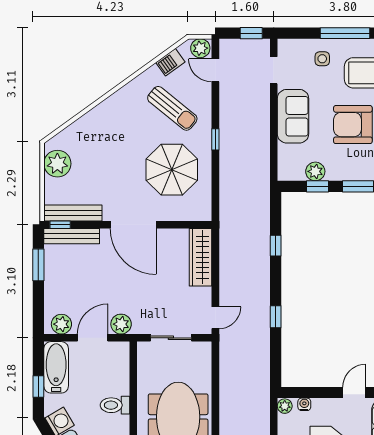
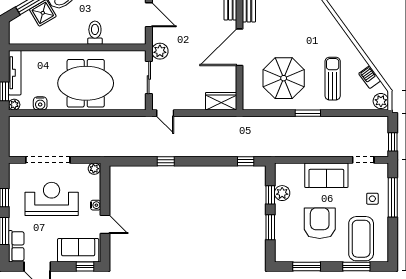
window: (345, 33) -> (393, 197), moved
door: (215, 70) -> (363, 113), removed
sun lounger: (172, 108) -> (333, 79), turned 141
window: (215, 139) -> (308, 113), width x1.50
window: (276, 246) -> (246, 161), moved
wardrobe: (201, 257) -> (221, 101), width x0.67
plant: (121, 324) -> (160, 51), moved
water cooler: (304, 404) -> (96, 205), moved

